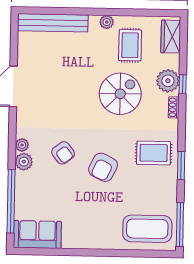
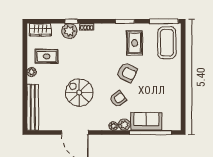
spiral stairs: (120, 94) -> (79, 93), moved
rug: (154, 153) -> (135, 43), moved
sofa: (37, 235) -> (146, 121), moved, turned 90

